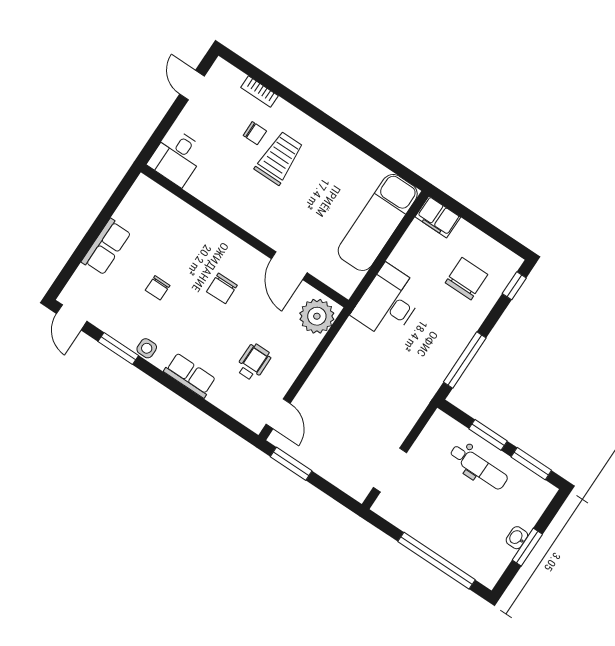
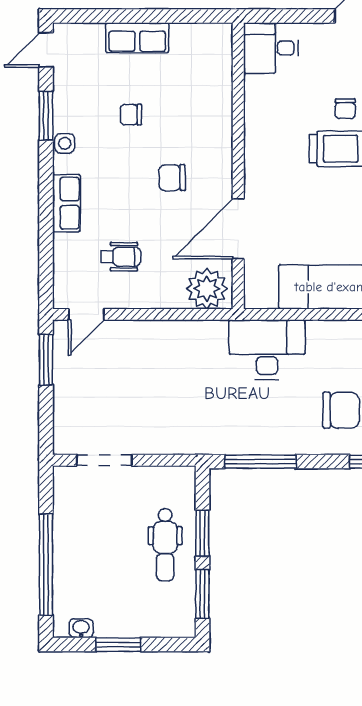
door: (289, 266) -> (238, 229), width x1.36
washbasin: (517, 538) -> (81, 628), moved

